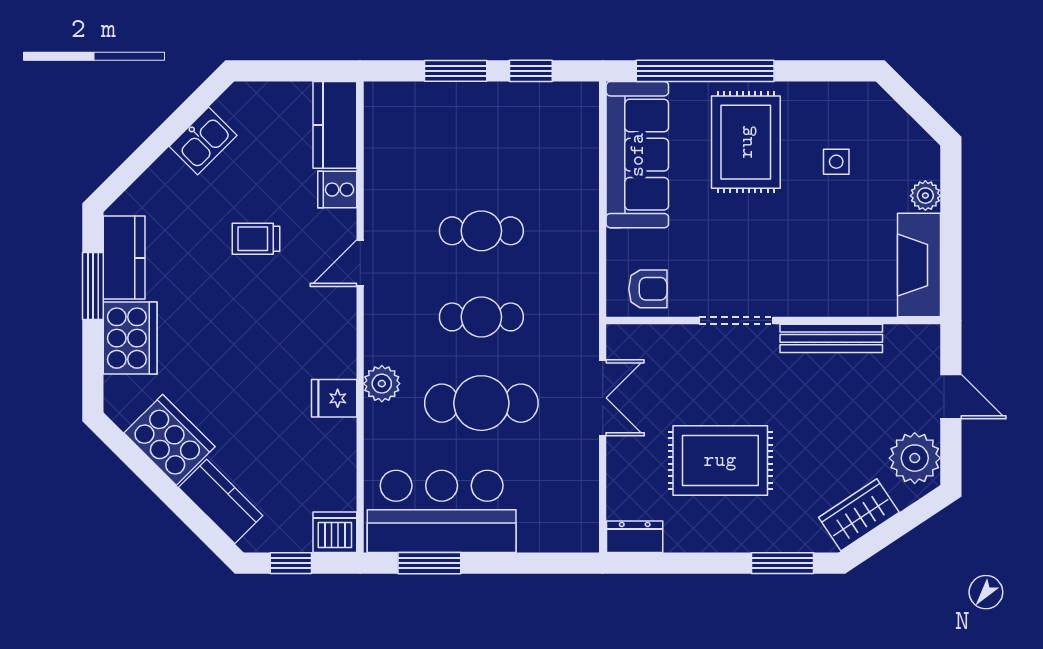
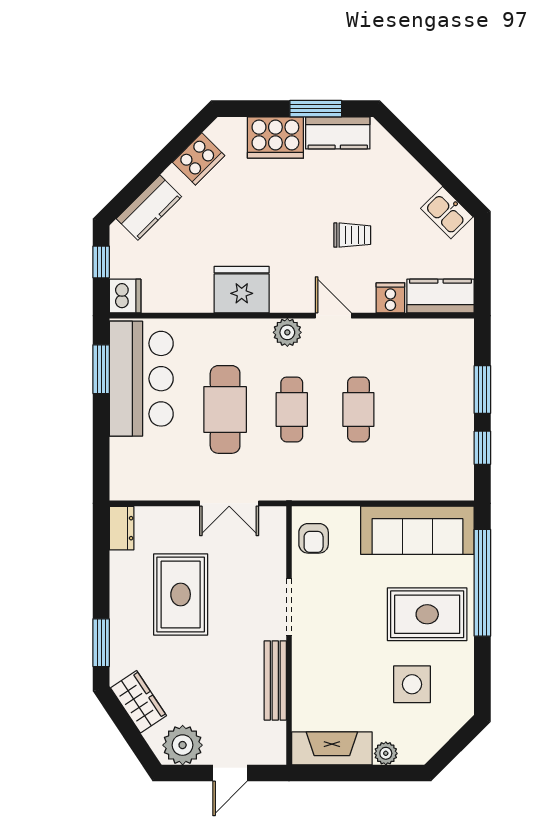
kitchen sink: (203, 141) -> (447, 213), moved
side table: (836, 162) -> (412, 684), width x1.87, depth x1.87
trolley: (256, 239) -> (352, 235), turned 90
plant: (382, 384) -> (287, 332), moved
fridge: (334, 398) -> (242, 290), width x1.88, depth x1.34
cooker: (170, 440) -> (199, 159), width x0.73, depth x0.76

